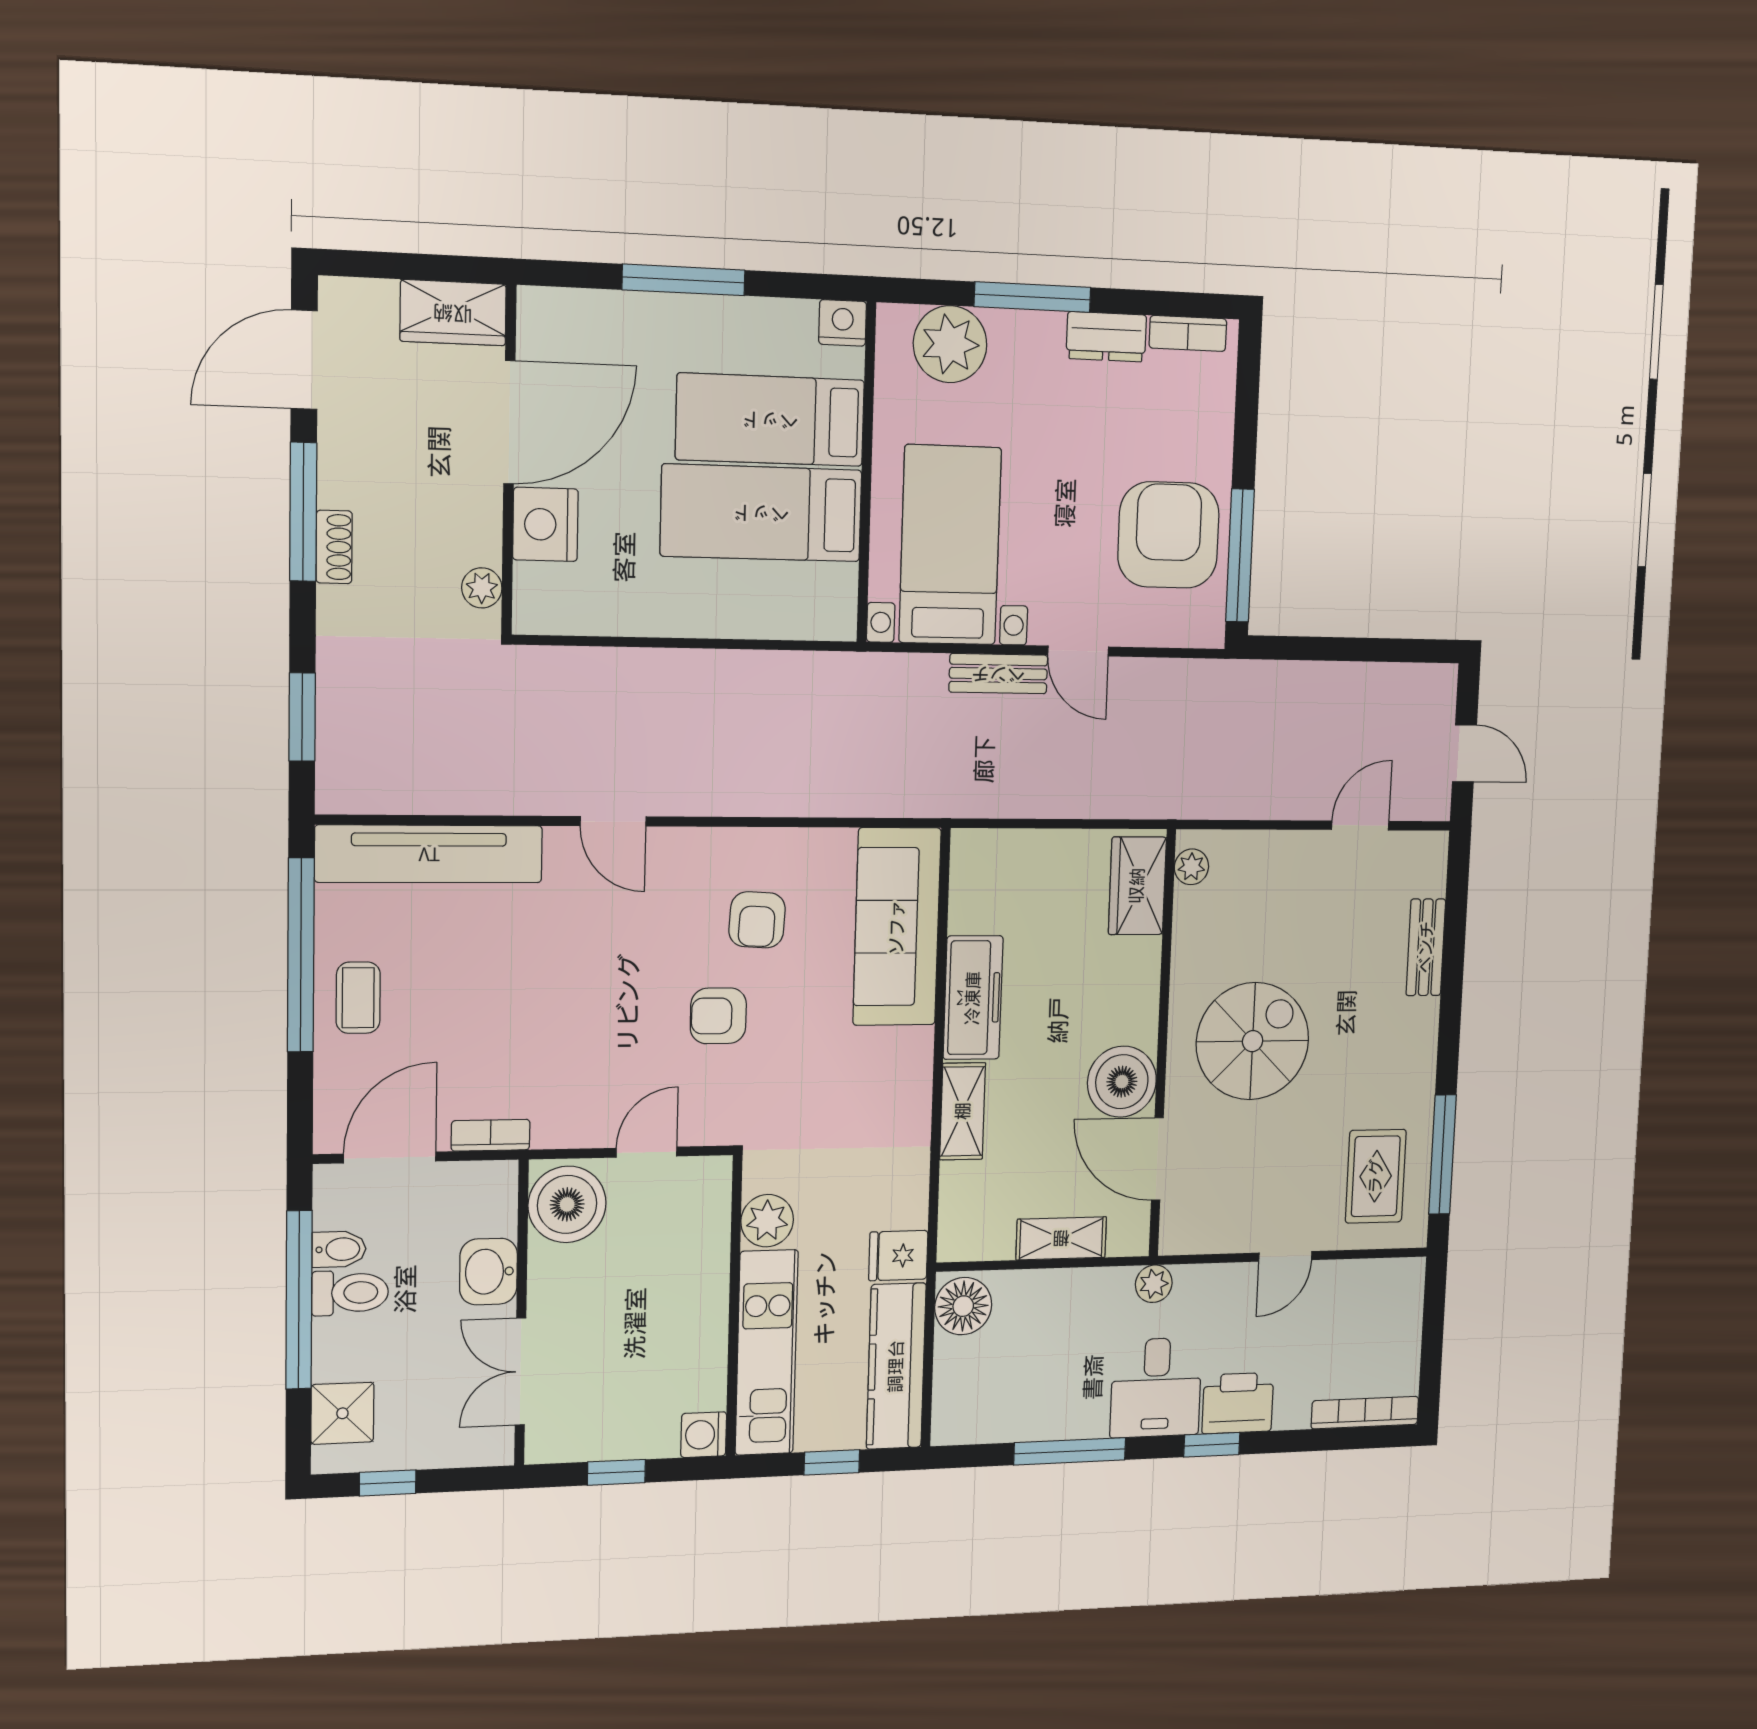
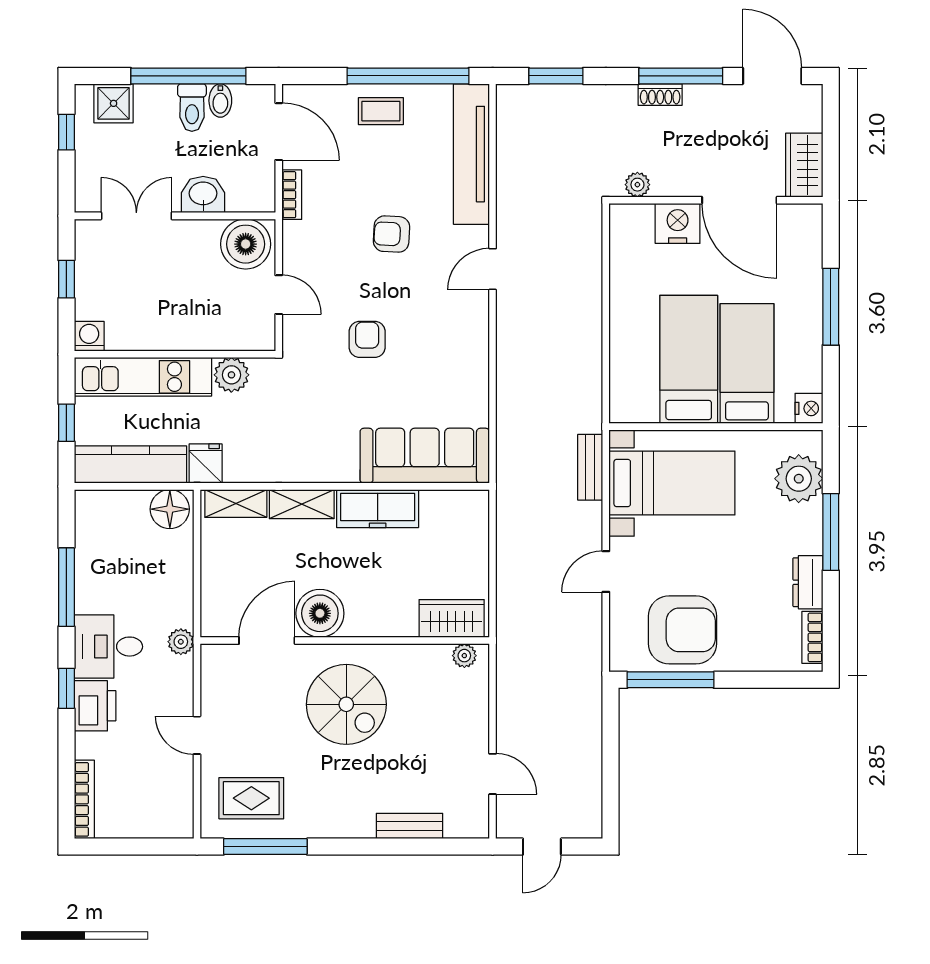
bench: (998, 674) -> (590, 467), moved
armchair: (757, 920) -> (391, 234), moved
shelving: (1061, 1238) -> (236, 503), moved, turned 90

